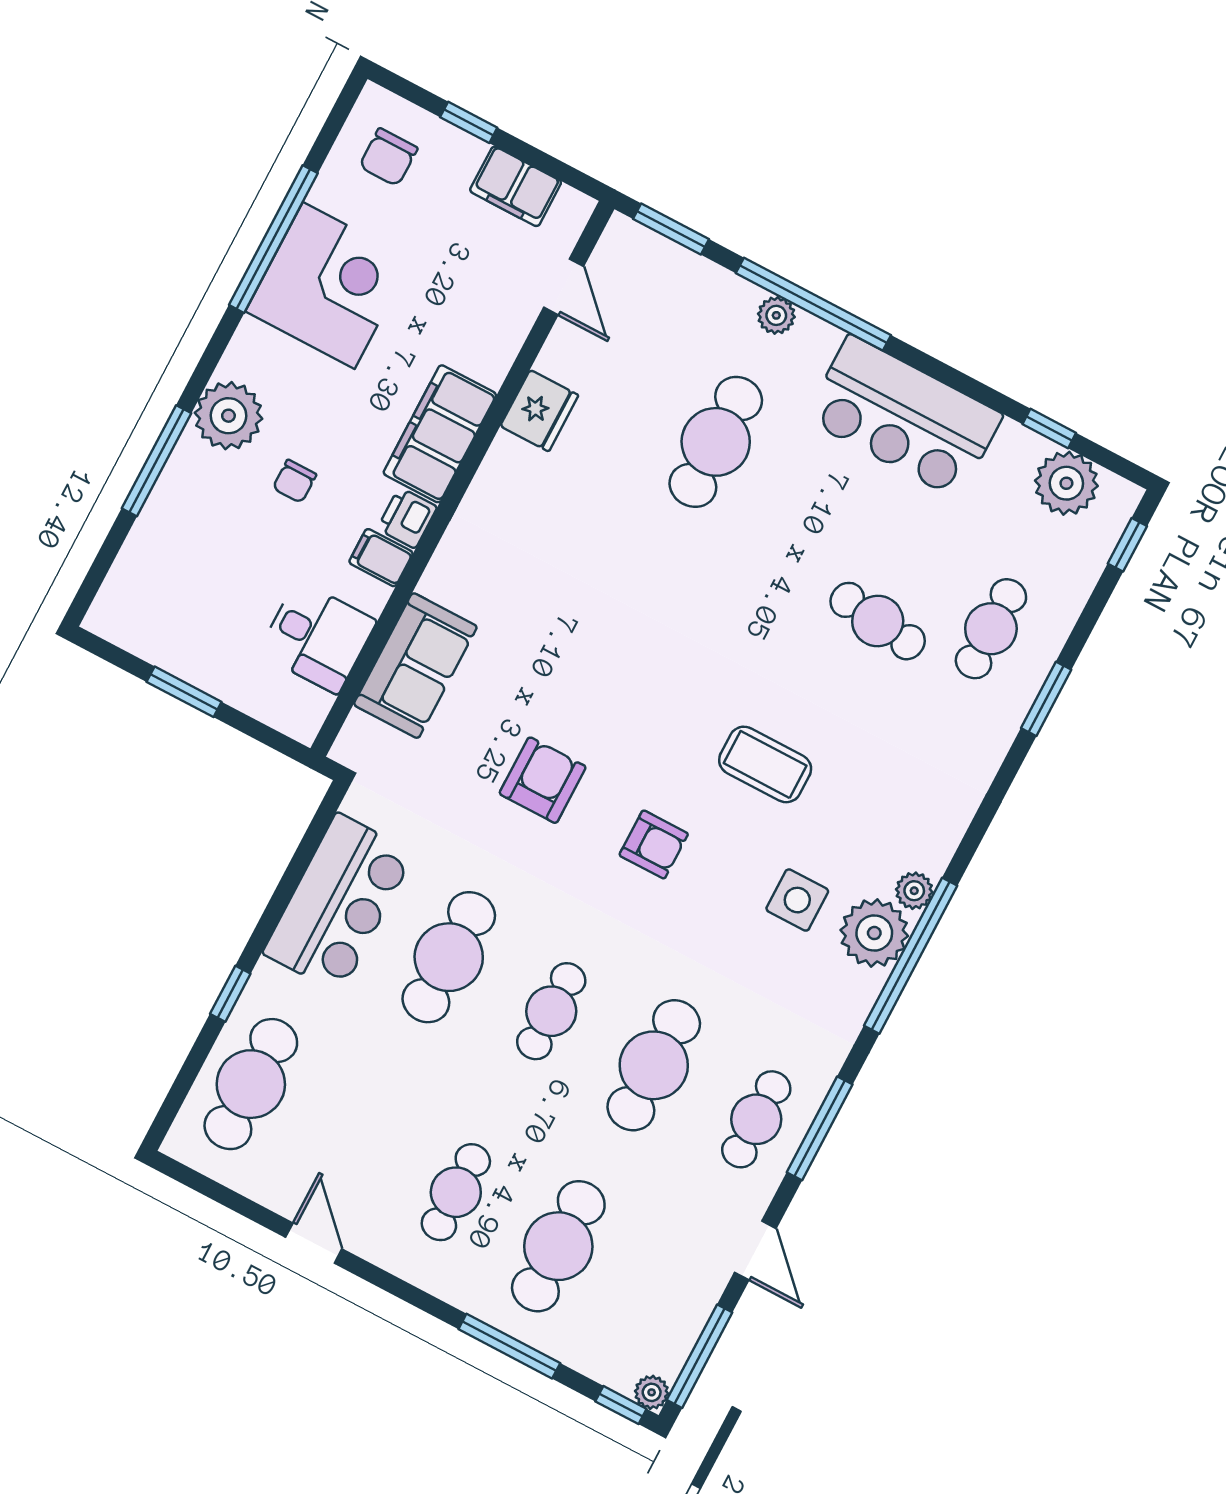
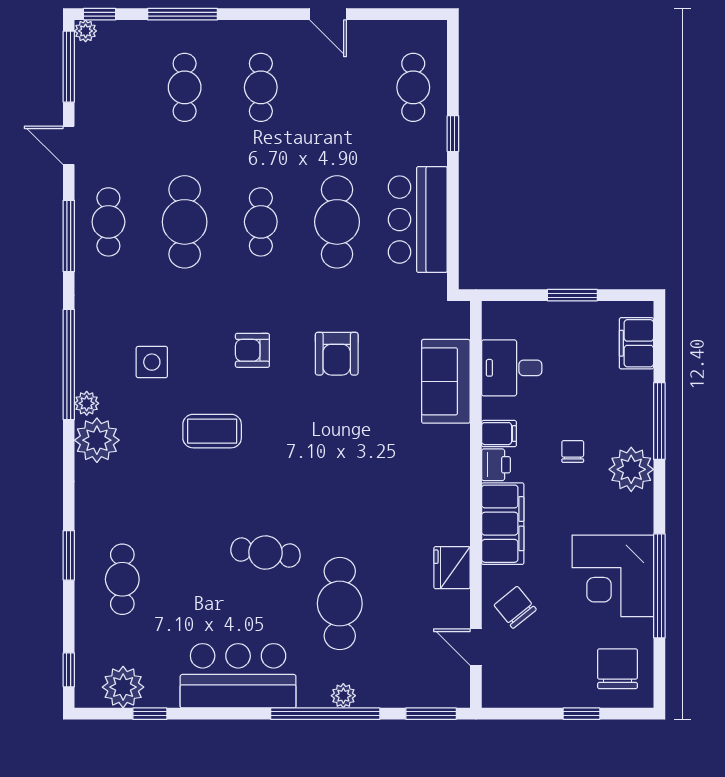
chair: (388, 157) -> (618, 669), width x1.37, depth x1.37
filing cabinet: (516, 186) -> (636, 343), moved, turned -90
chair: (482, 312) -> (515, 607), added
cafe table: (878, 621) -> (265, 553), moved
plant: (874, 933) -> (97, 440), moved
cafe table: (251, 1084) -> (413, 87), width x0.73, depth x0.74
cafe table: (558, 1246) -> (185, 87), width x0.73, depth x0.74

